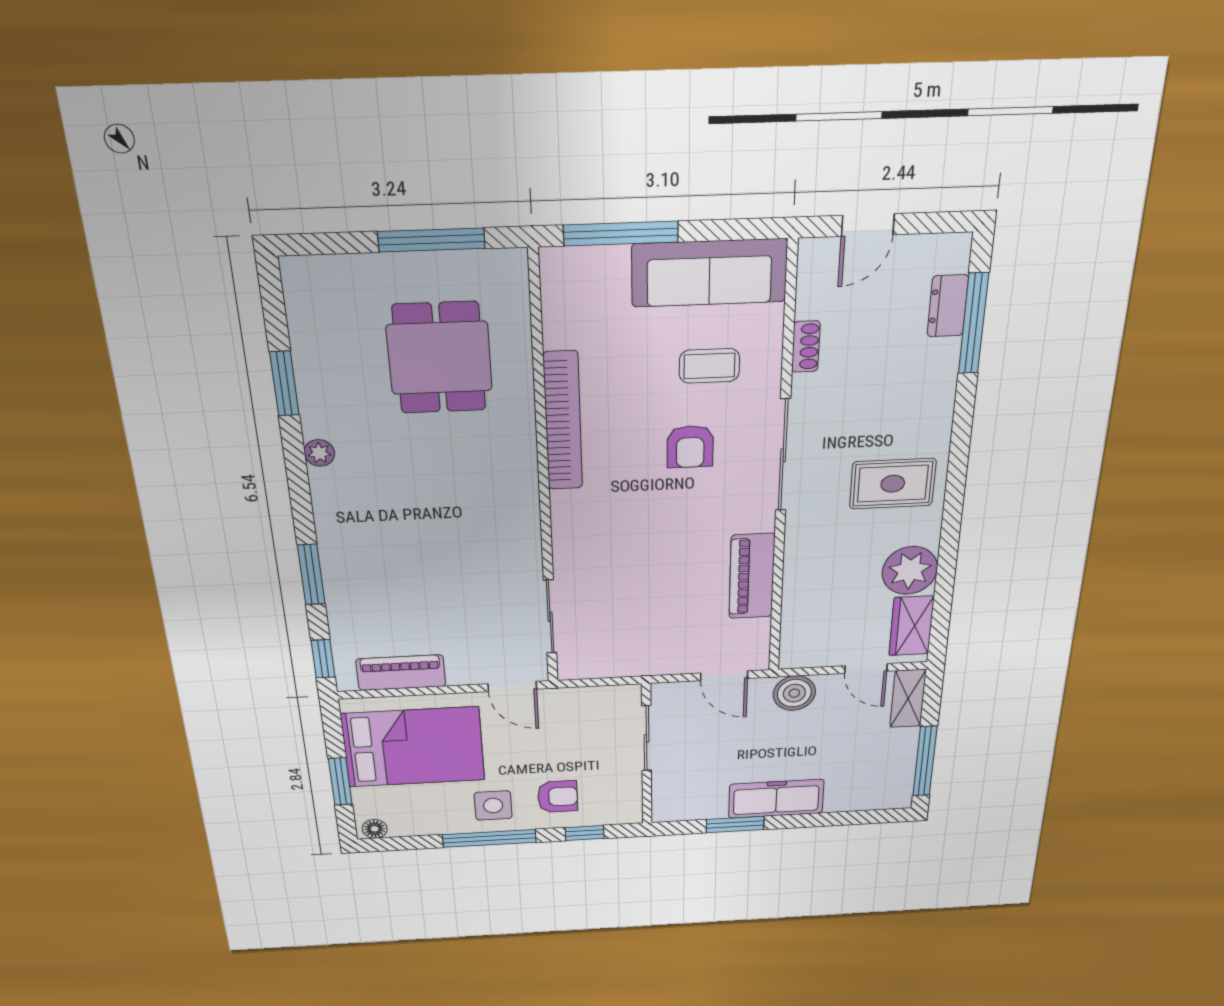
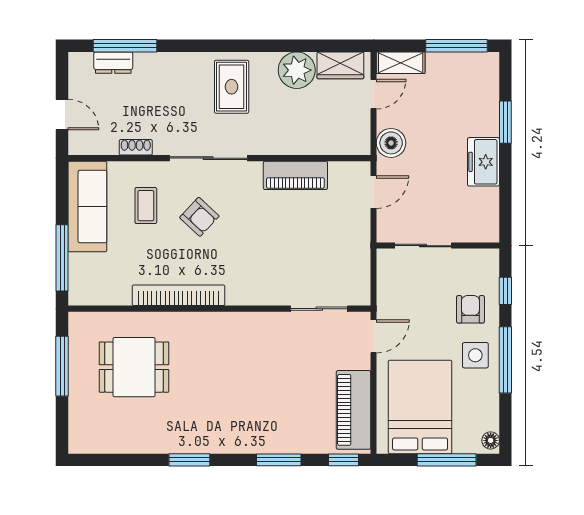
window: (284, 384) -> (189, 460), moved
armchair: (690, 447) -> (199, 217), turned 43
plant: (319, 453) -> (193, 445), removed
piano: (401, 673) -> (353, 410), width x1.37, depth x1.33
window: (340, 782) -> (447, 460), width x1.44
freezer: (776, 799) -> (483, 162), width x0.71
window: (735, 825) -> (505, 122), moved

